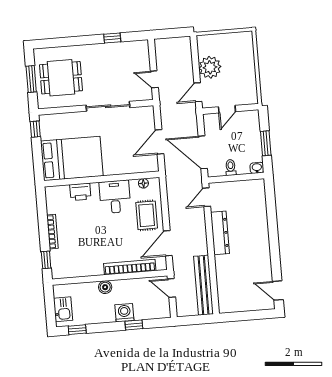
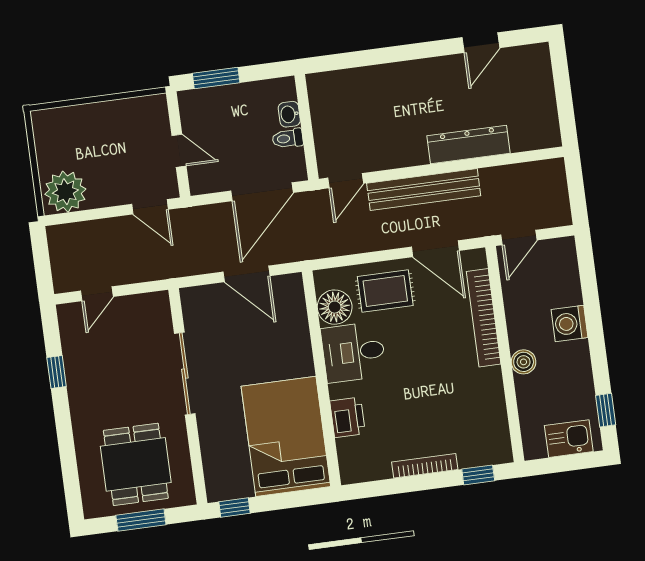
plant: (210, 67) -> (65, 192), moved
door: (154, 79) -> (97, 294), moved
window: (266, 143) -> (216, 78), moved
washbasin: (257, 168) -> (289, 114), moved
floor lamp: (143, 183) -> (335, 307), width x1.89, depth x1.89
door: (207, 197) -> (346, 181), hinge flipped
dresser: (220, 233) -> (468, 145), moved
bench: (204, 285) -> (424, 190), moved
door: (278, 291) -> (481, 43), moved
window: (134, 325) -> (592, 304), removed

